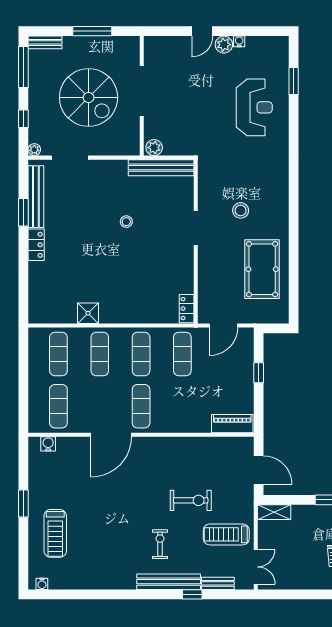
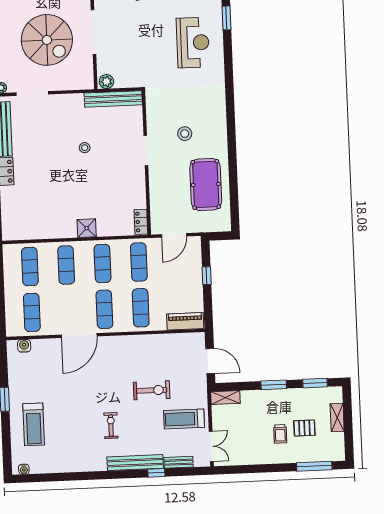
shower: (88, 313) -> (87, 228), moved
exercise mat: (182, 406) -> (141, 308), added
exercise bike: (160, 544) -> (111, 426), moved

